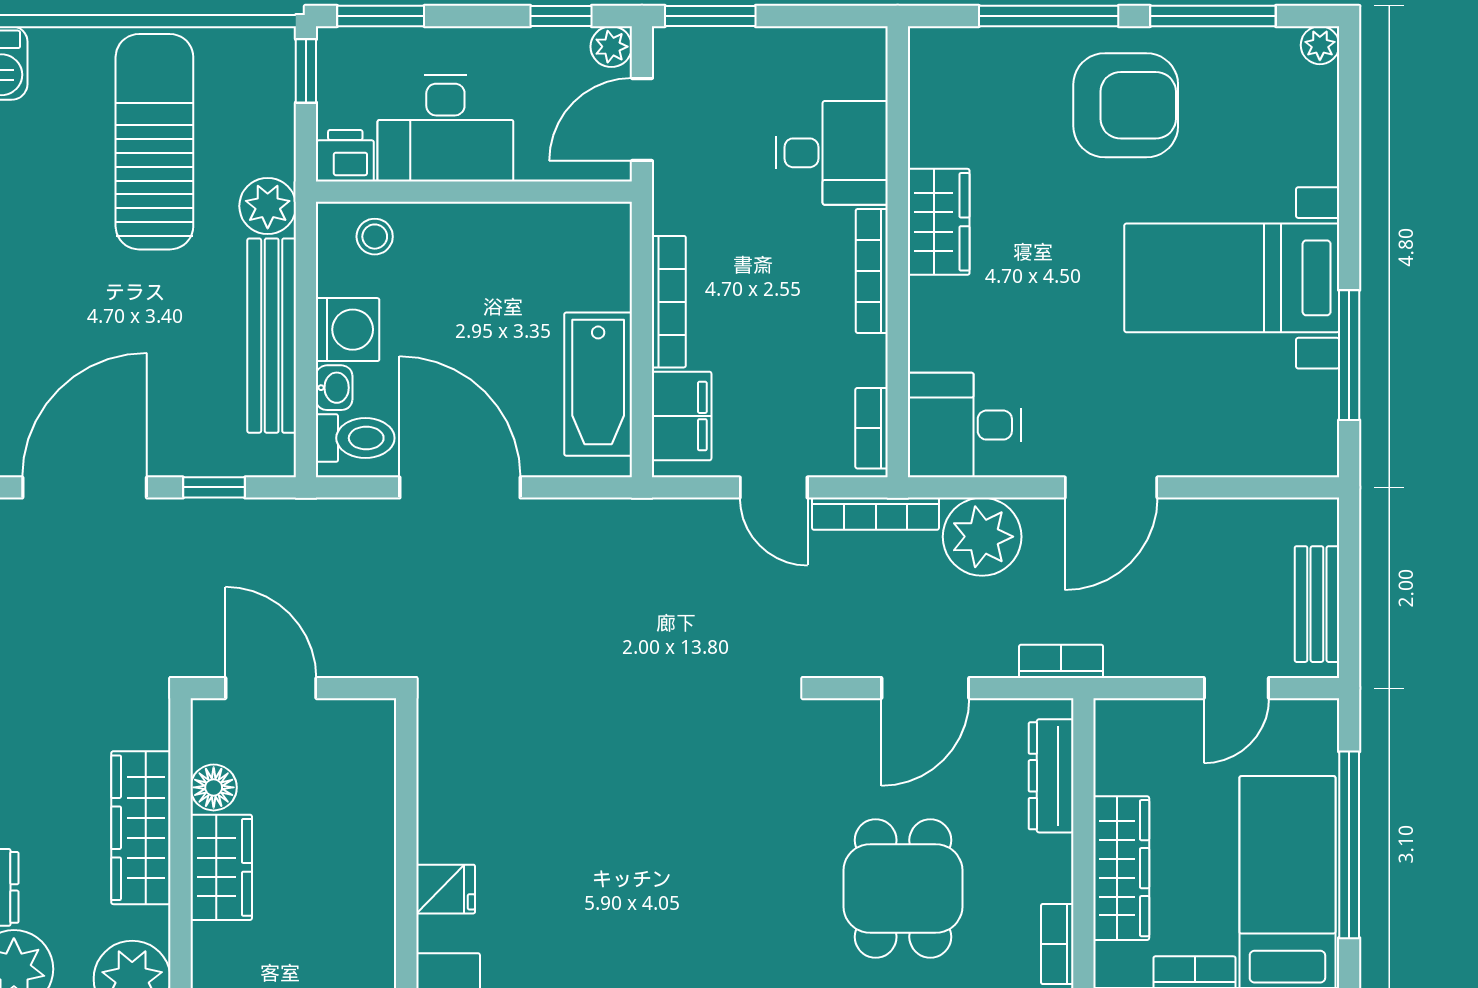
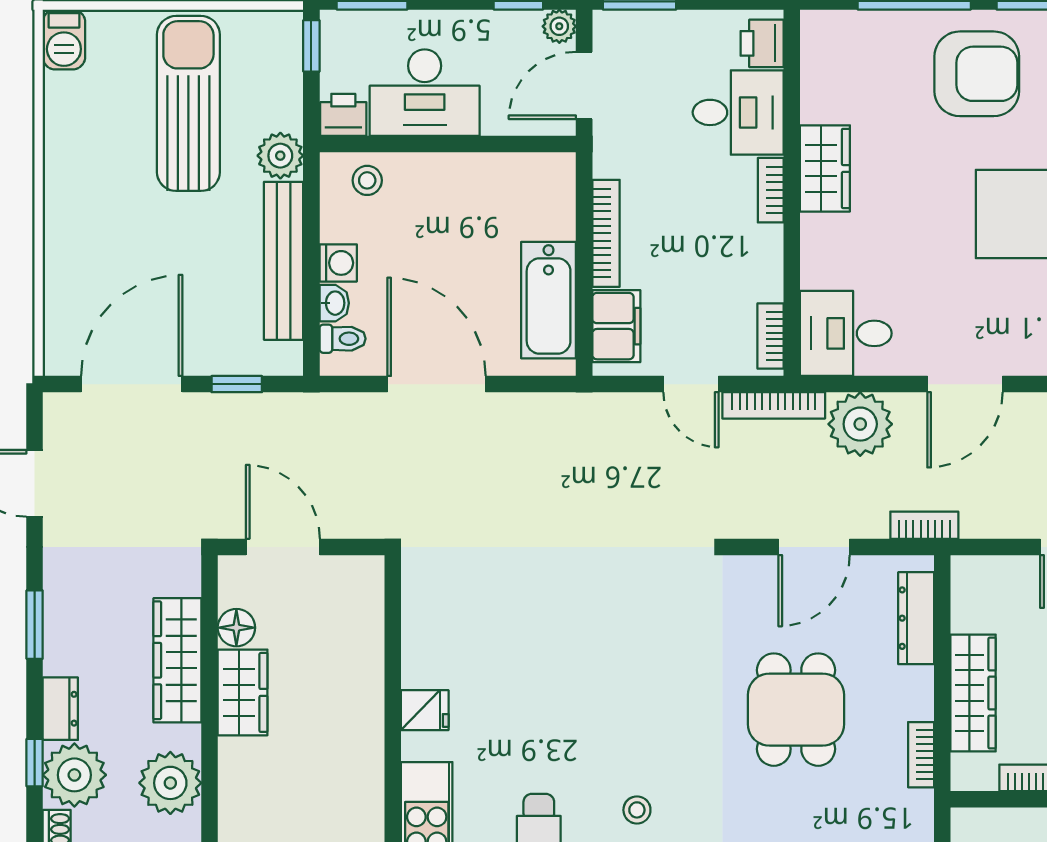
printer: (861, 68) -> (762, 43), added
bookcase: (872, 271) -> (771, 190), width x0.64
washing machine: (348, 330) -> (338, 263), width x0.73, depth x0.73
toilet: (355, 438) -> (343, 339), width x0.73, depth x0.72

